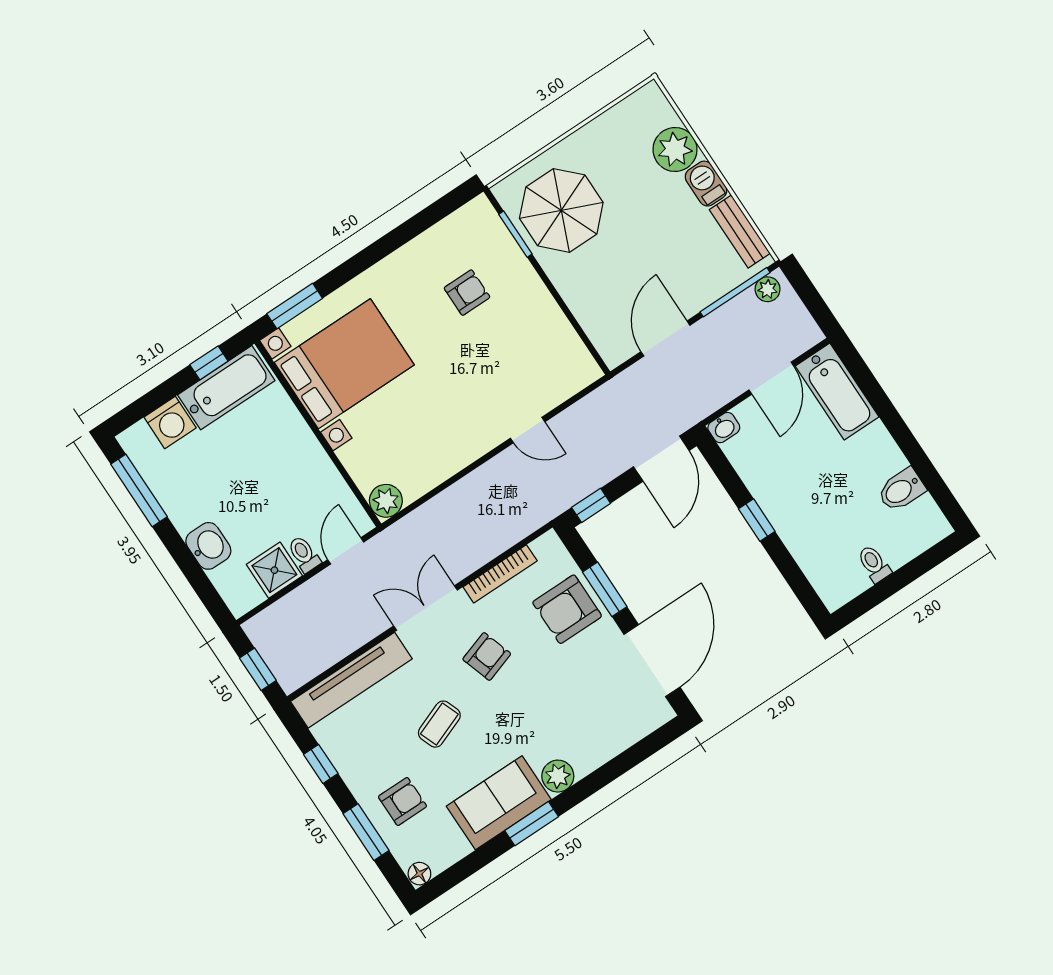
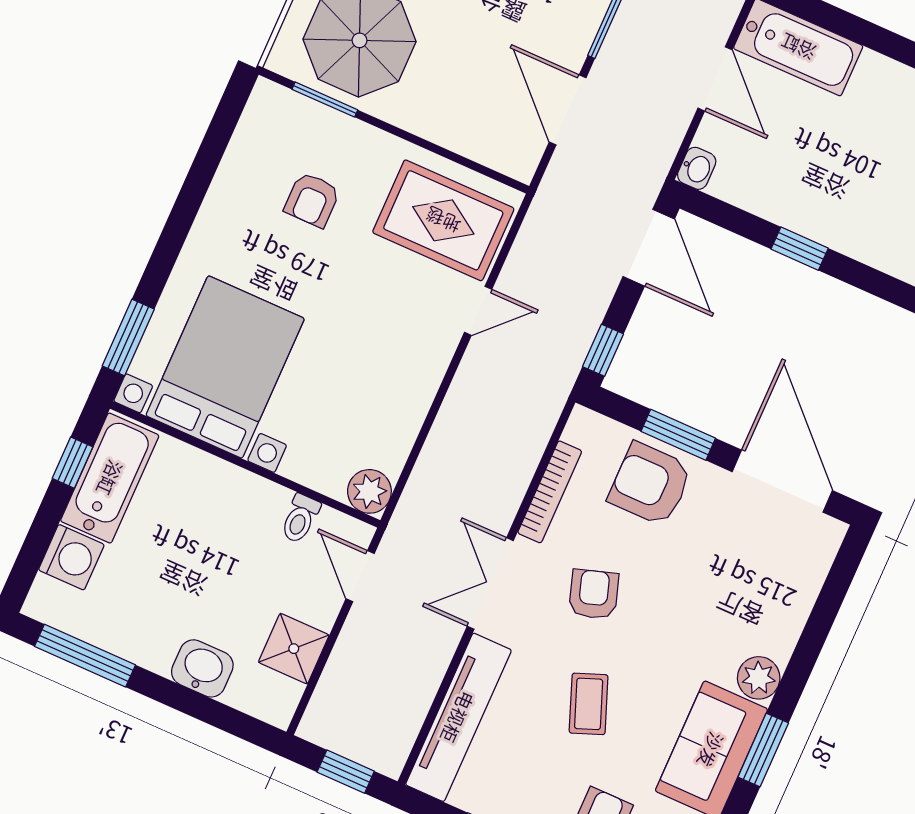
armchair: (467, 293) -> (312, 200), turned 180
rug: (542, 358) -> (443, 220), added
toilet: (304, 554) -> (300, 519), moved, turned -90
armchair: (567, 609) -> (650, 484), turned 90

